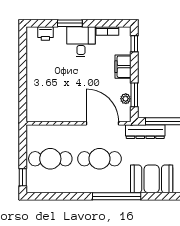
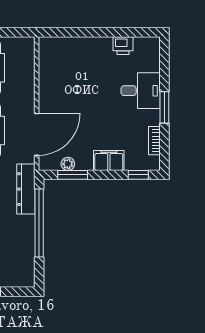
window: (70, 23) -> (164, 107), moved
printer: (45, 33) -> (123, 46), moved, turned -90
desk: (81, 42) -> (141, 91), moved

